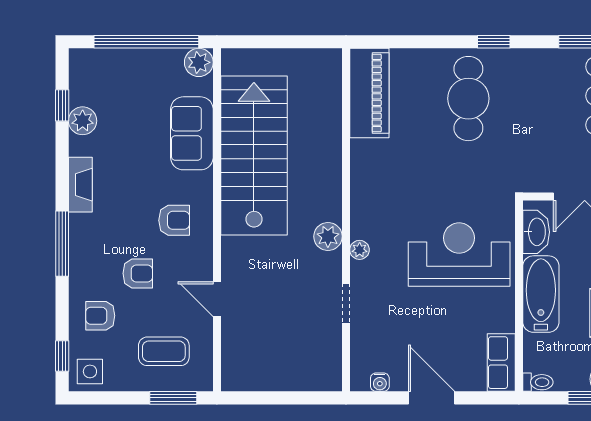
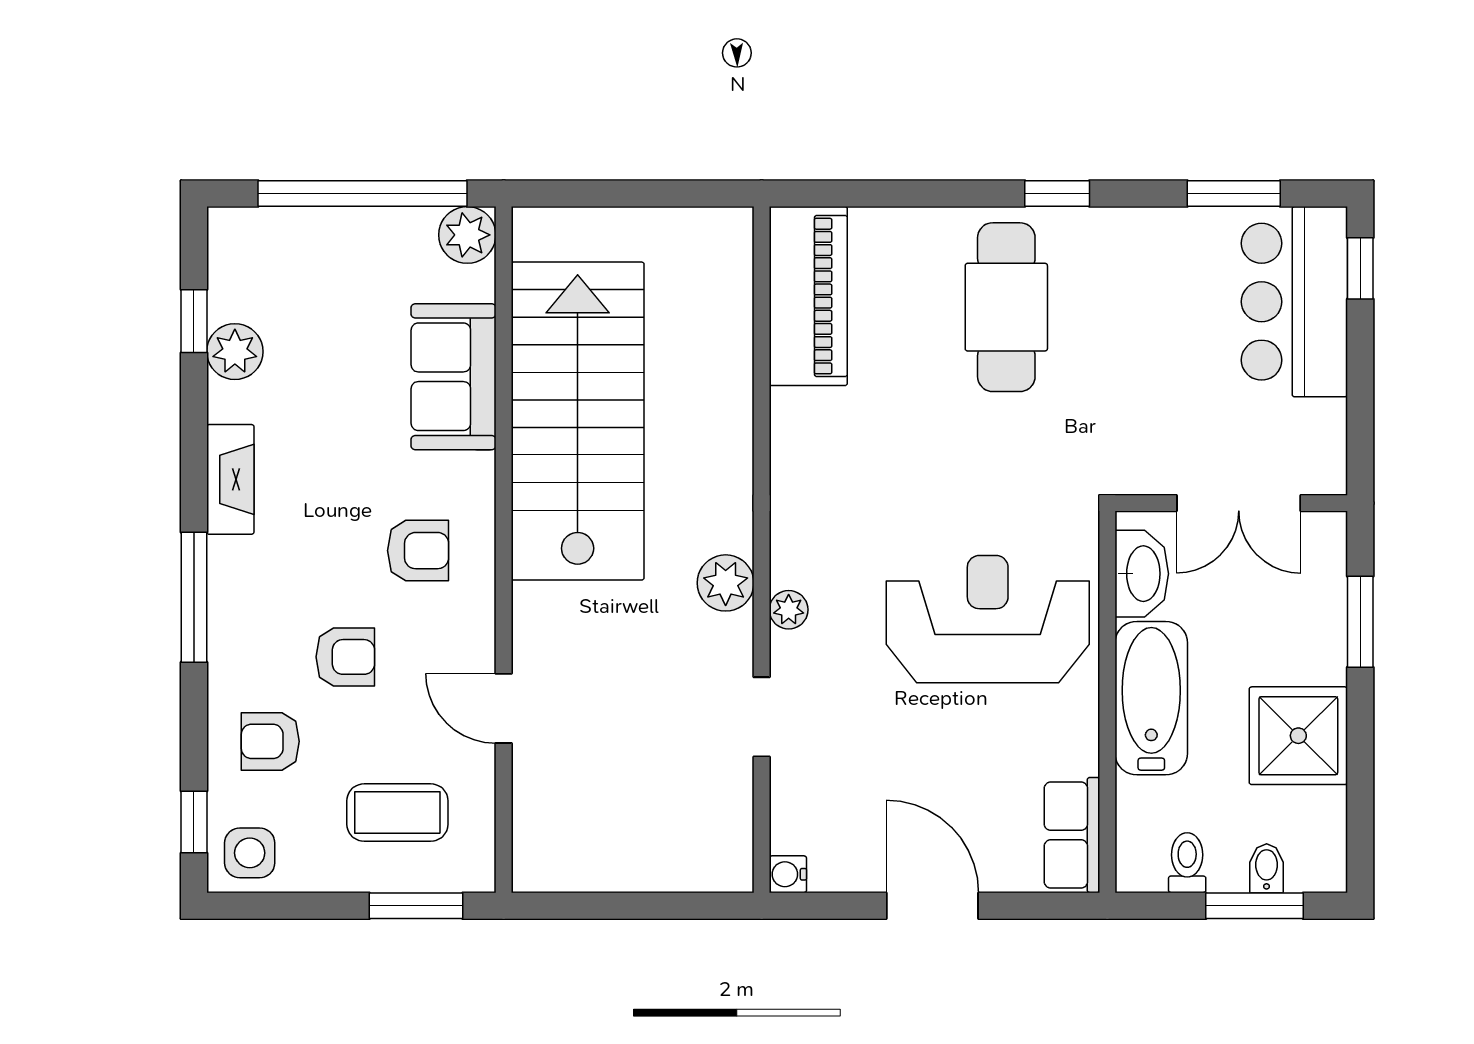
water cooler: (380, 382) -> (788, 874), moved, turned 90
toilet: (538, 382) -> (1187, 863), moved, turned -90

